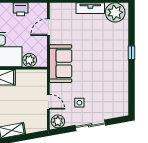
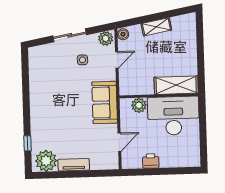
window: (132, 53) -> (27, 143), moved
door: (48, 102) -> (117, 60), swing flipped
boiler: (42, 125) -> (123, 34), added

